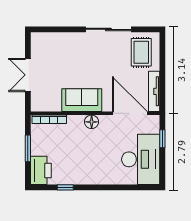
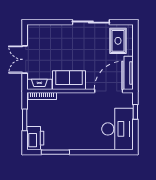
fireplace: (46, 105) -> (39, 84), added
door: (130, 113) -> (109, 91), hinge flipped
floor lamp: (92, 122) -> (77, 98), removed
window: (65, 187) -> (55, 152), width x2.17

